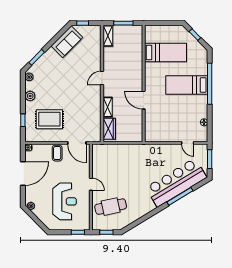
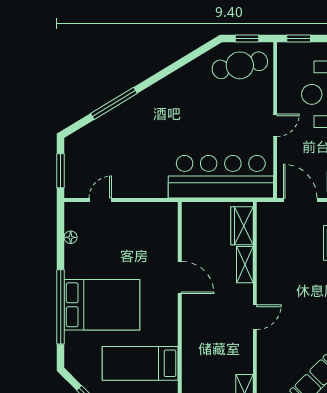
bed: (187, 85) -> (102, 305), width x1.50
door: (188, 143) -> (100, 200), hinge flipped
bar counter: (176, 183) -> (221, 177), moved, turned -149
door: (91, 184) -> (275, 125), swing flipped
cafe table: (111, 207) -> (240, 65), moved

